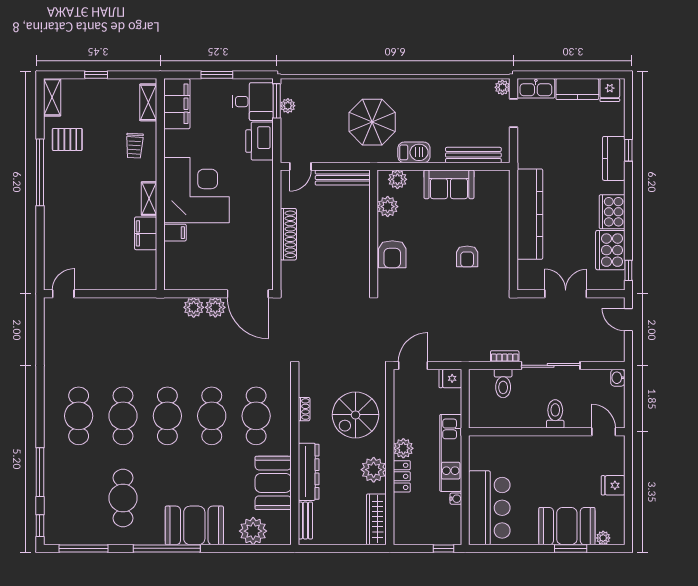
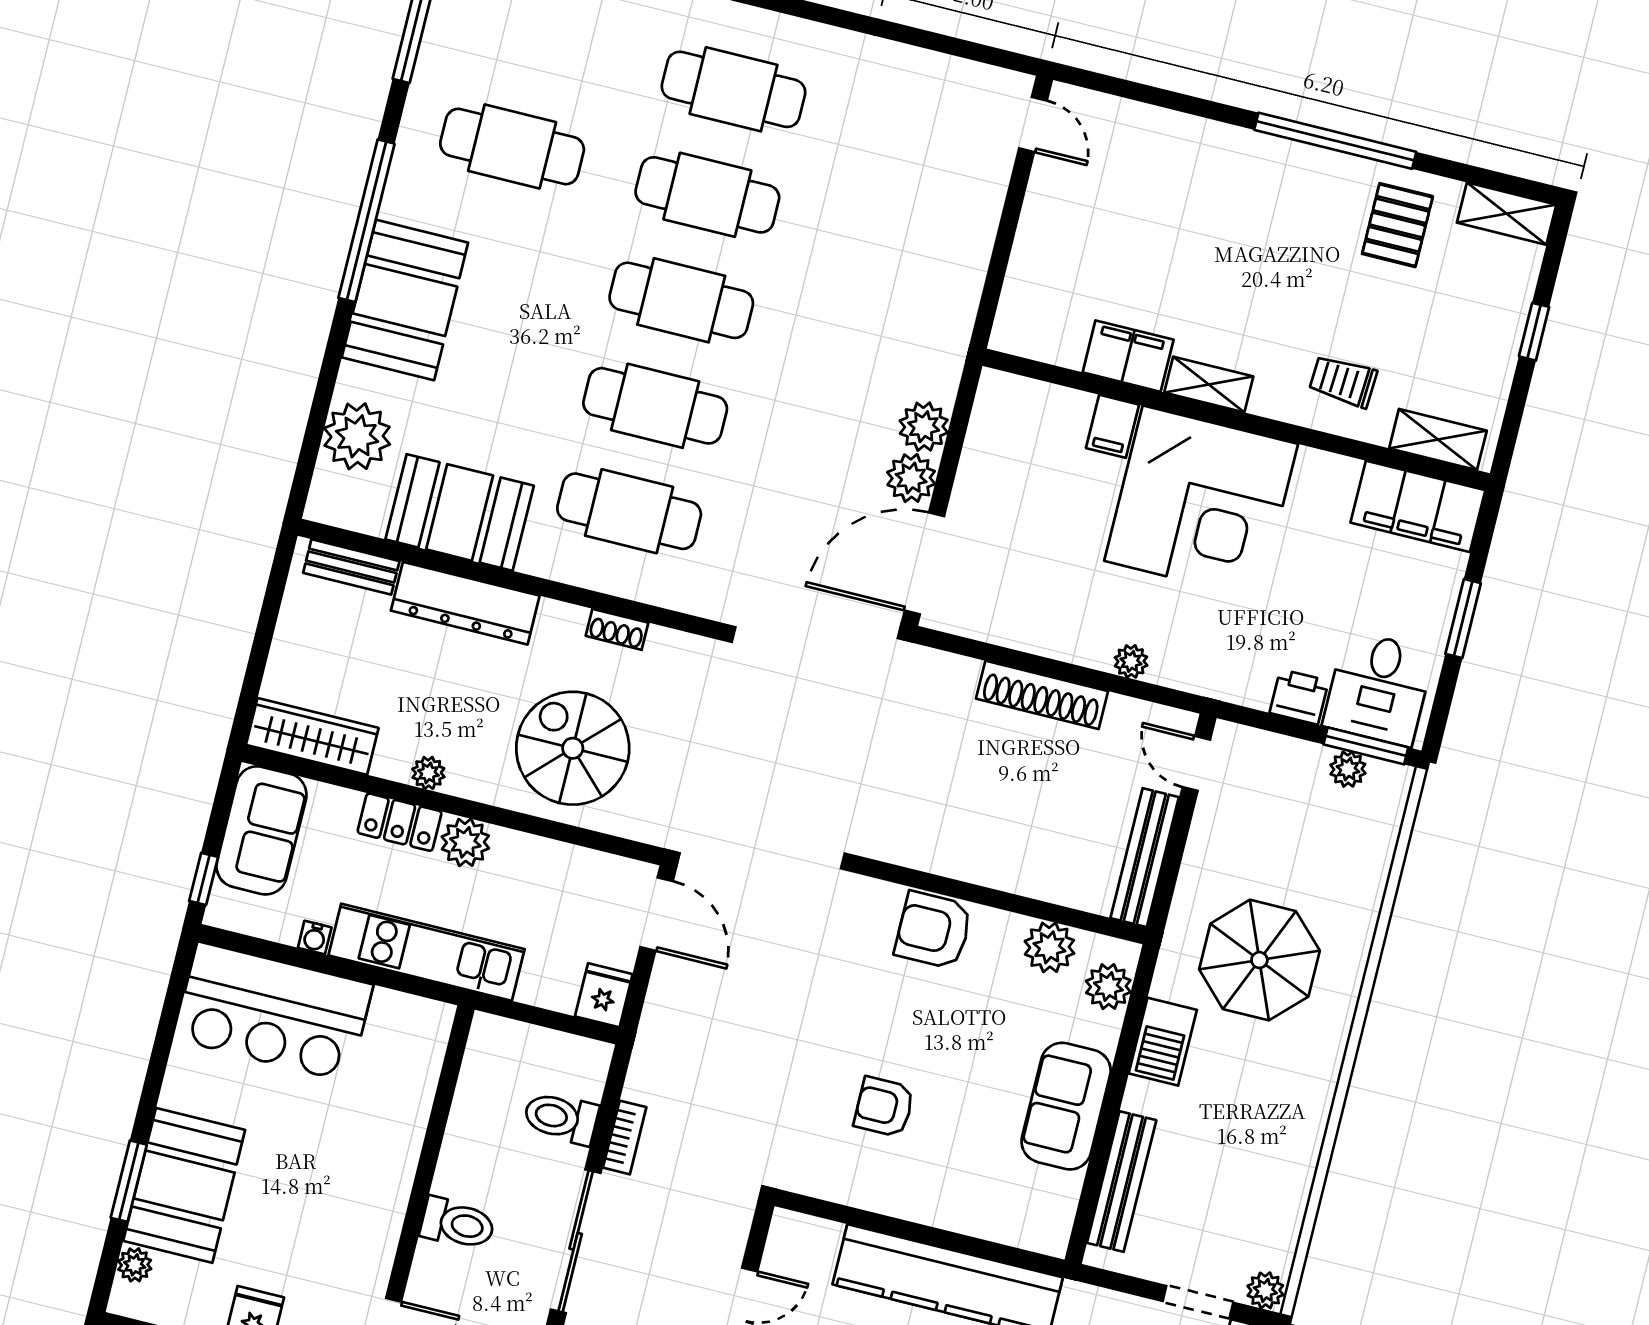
printer: (259, 141) -> (1299, 697), width x0.53, depth x0.68
plant: (266, 202) -> (1131, 661), added
plant: (374, 470) -> (428, 773), width x0.53, depth x0.53
sofa: (419, 530) -> (261, 830), added

